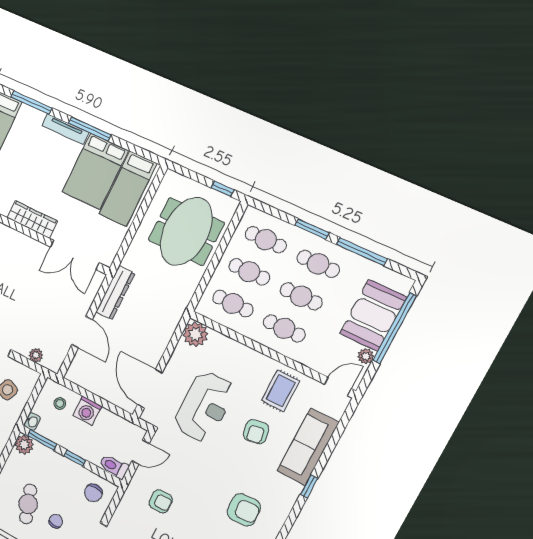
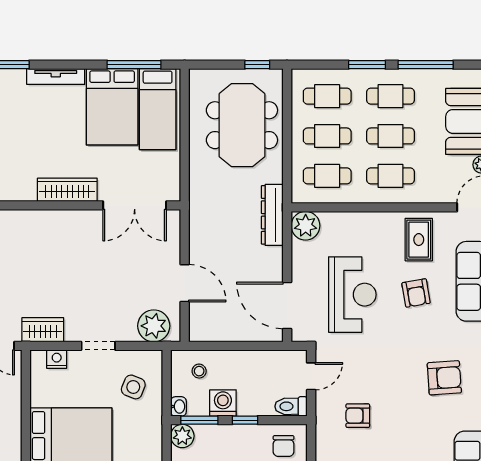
window: (90, 129) -> (134, 65), moved
dresser: (115, 293) -> (272, 215), moved, turned 180
plant: (36, 355) -> (154, 326), width x1.87, depth x1.87
washing machine: (87, 411) -> (223, 403), moved, turned 180
armchair: (161, 501) -> (358, 416), turned 180

